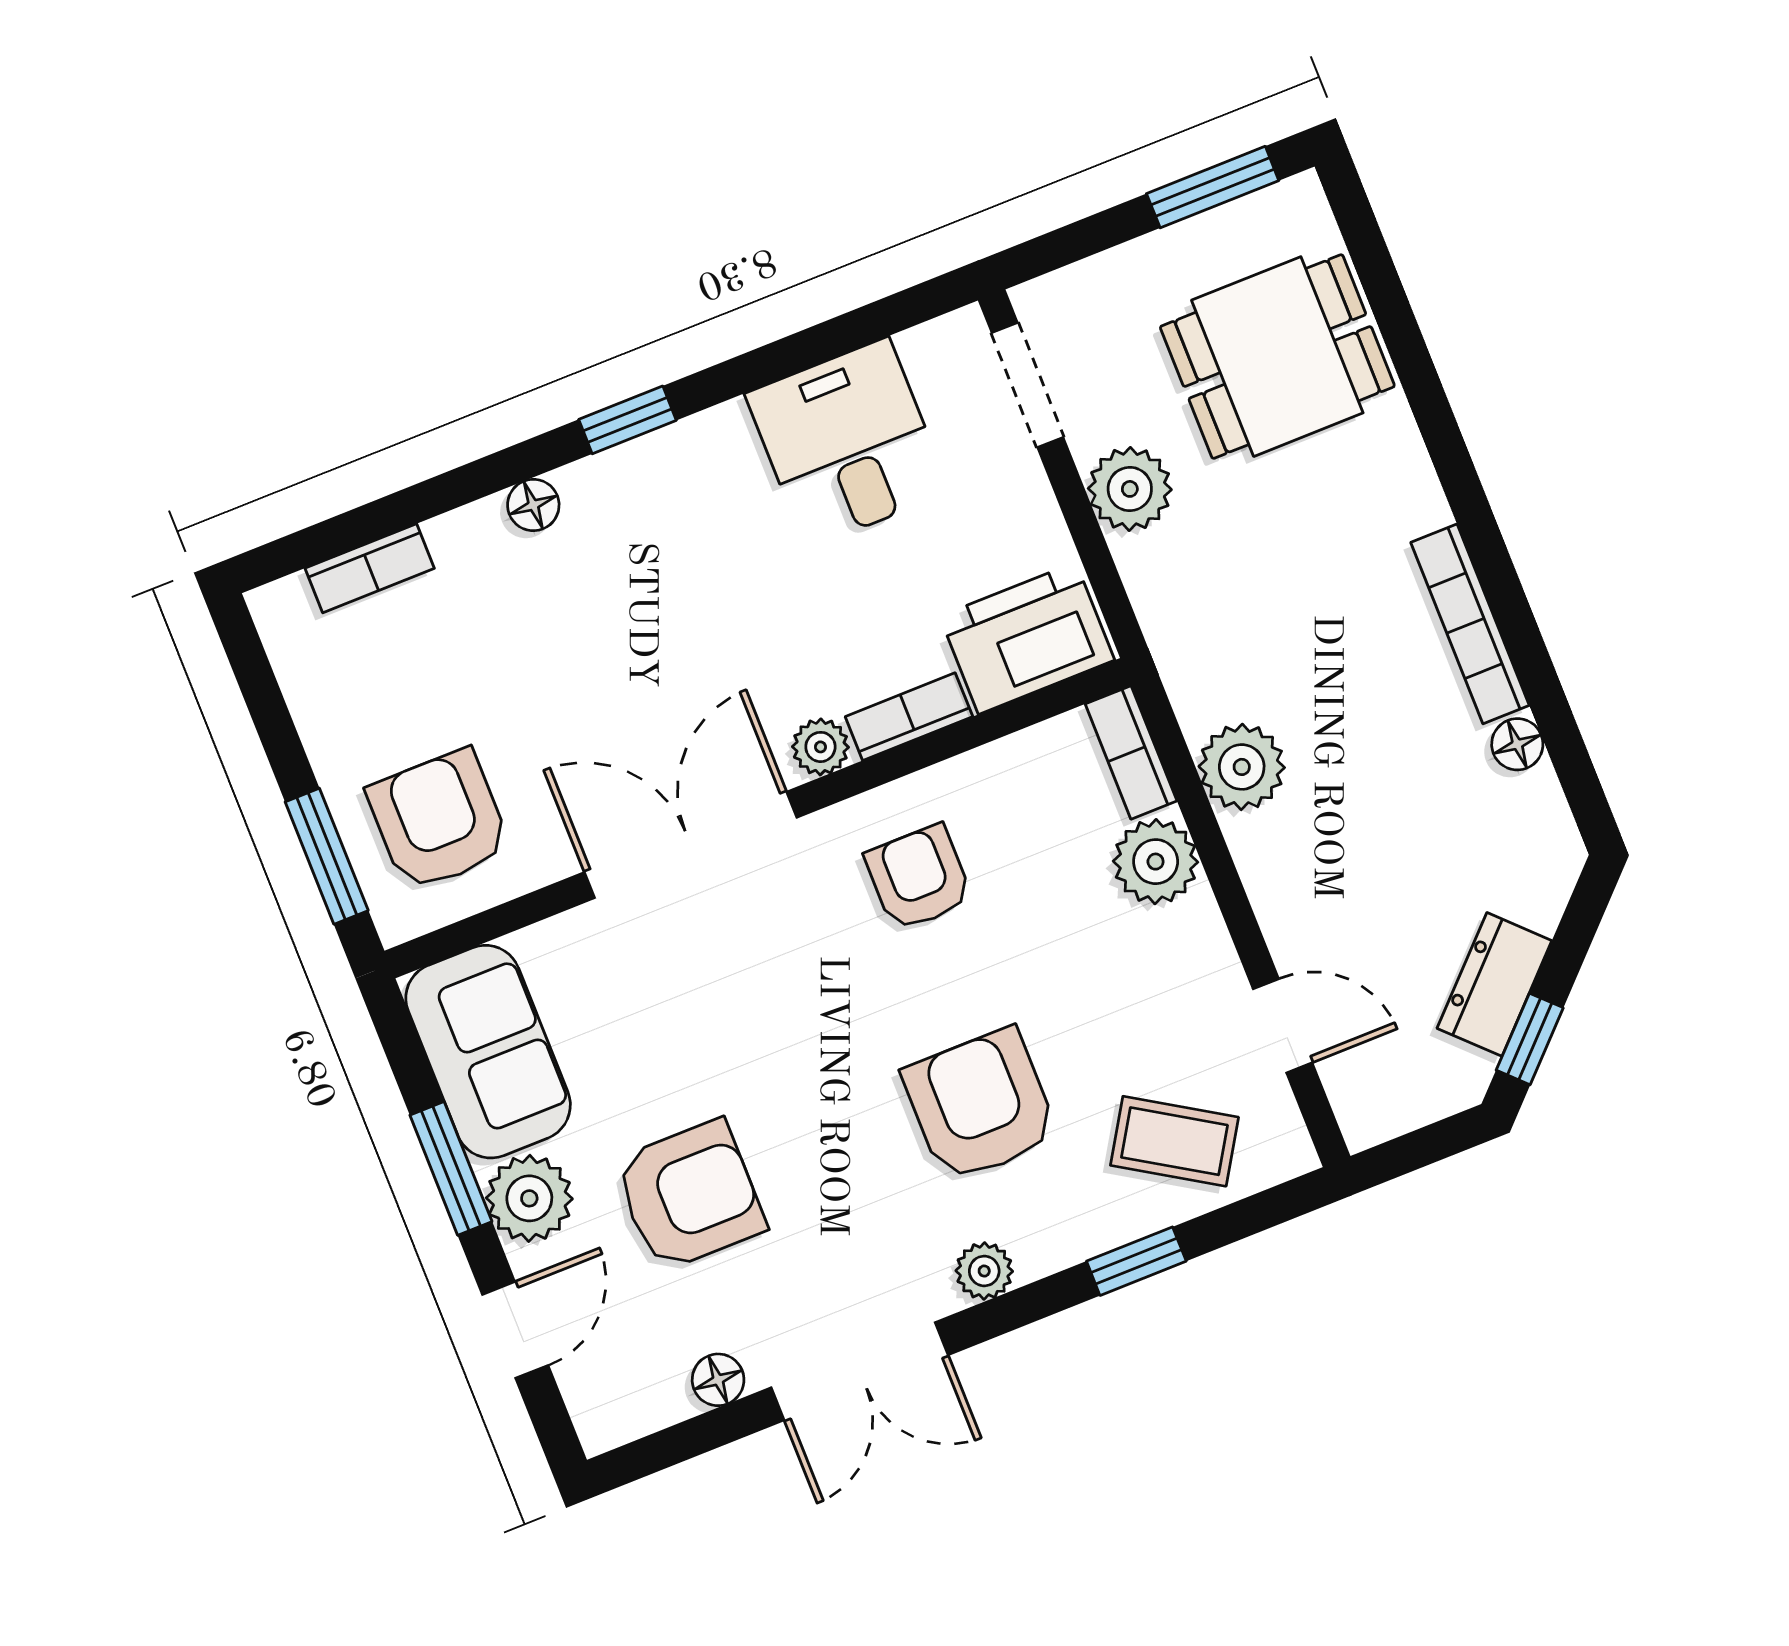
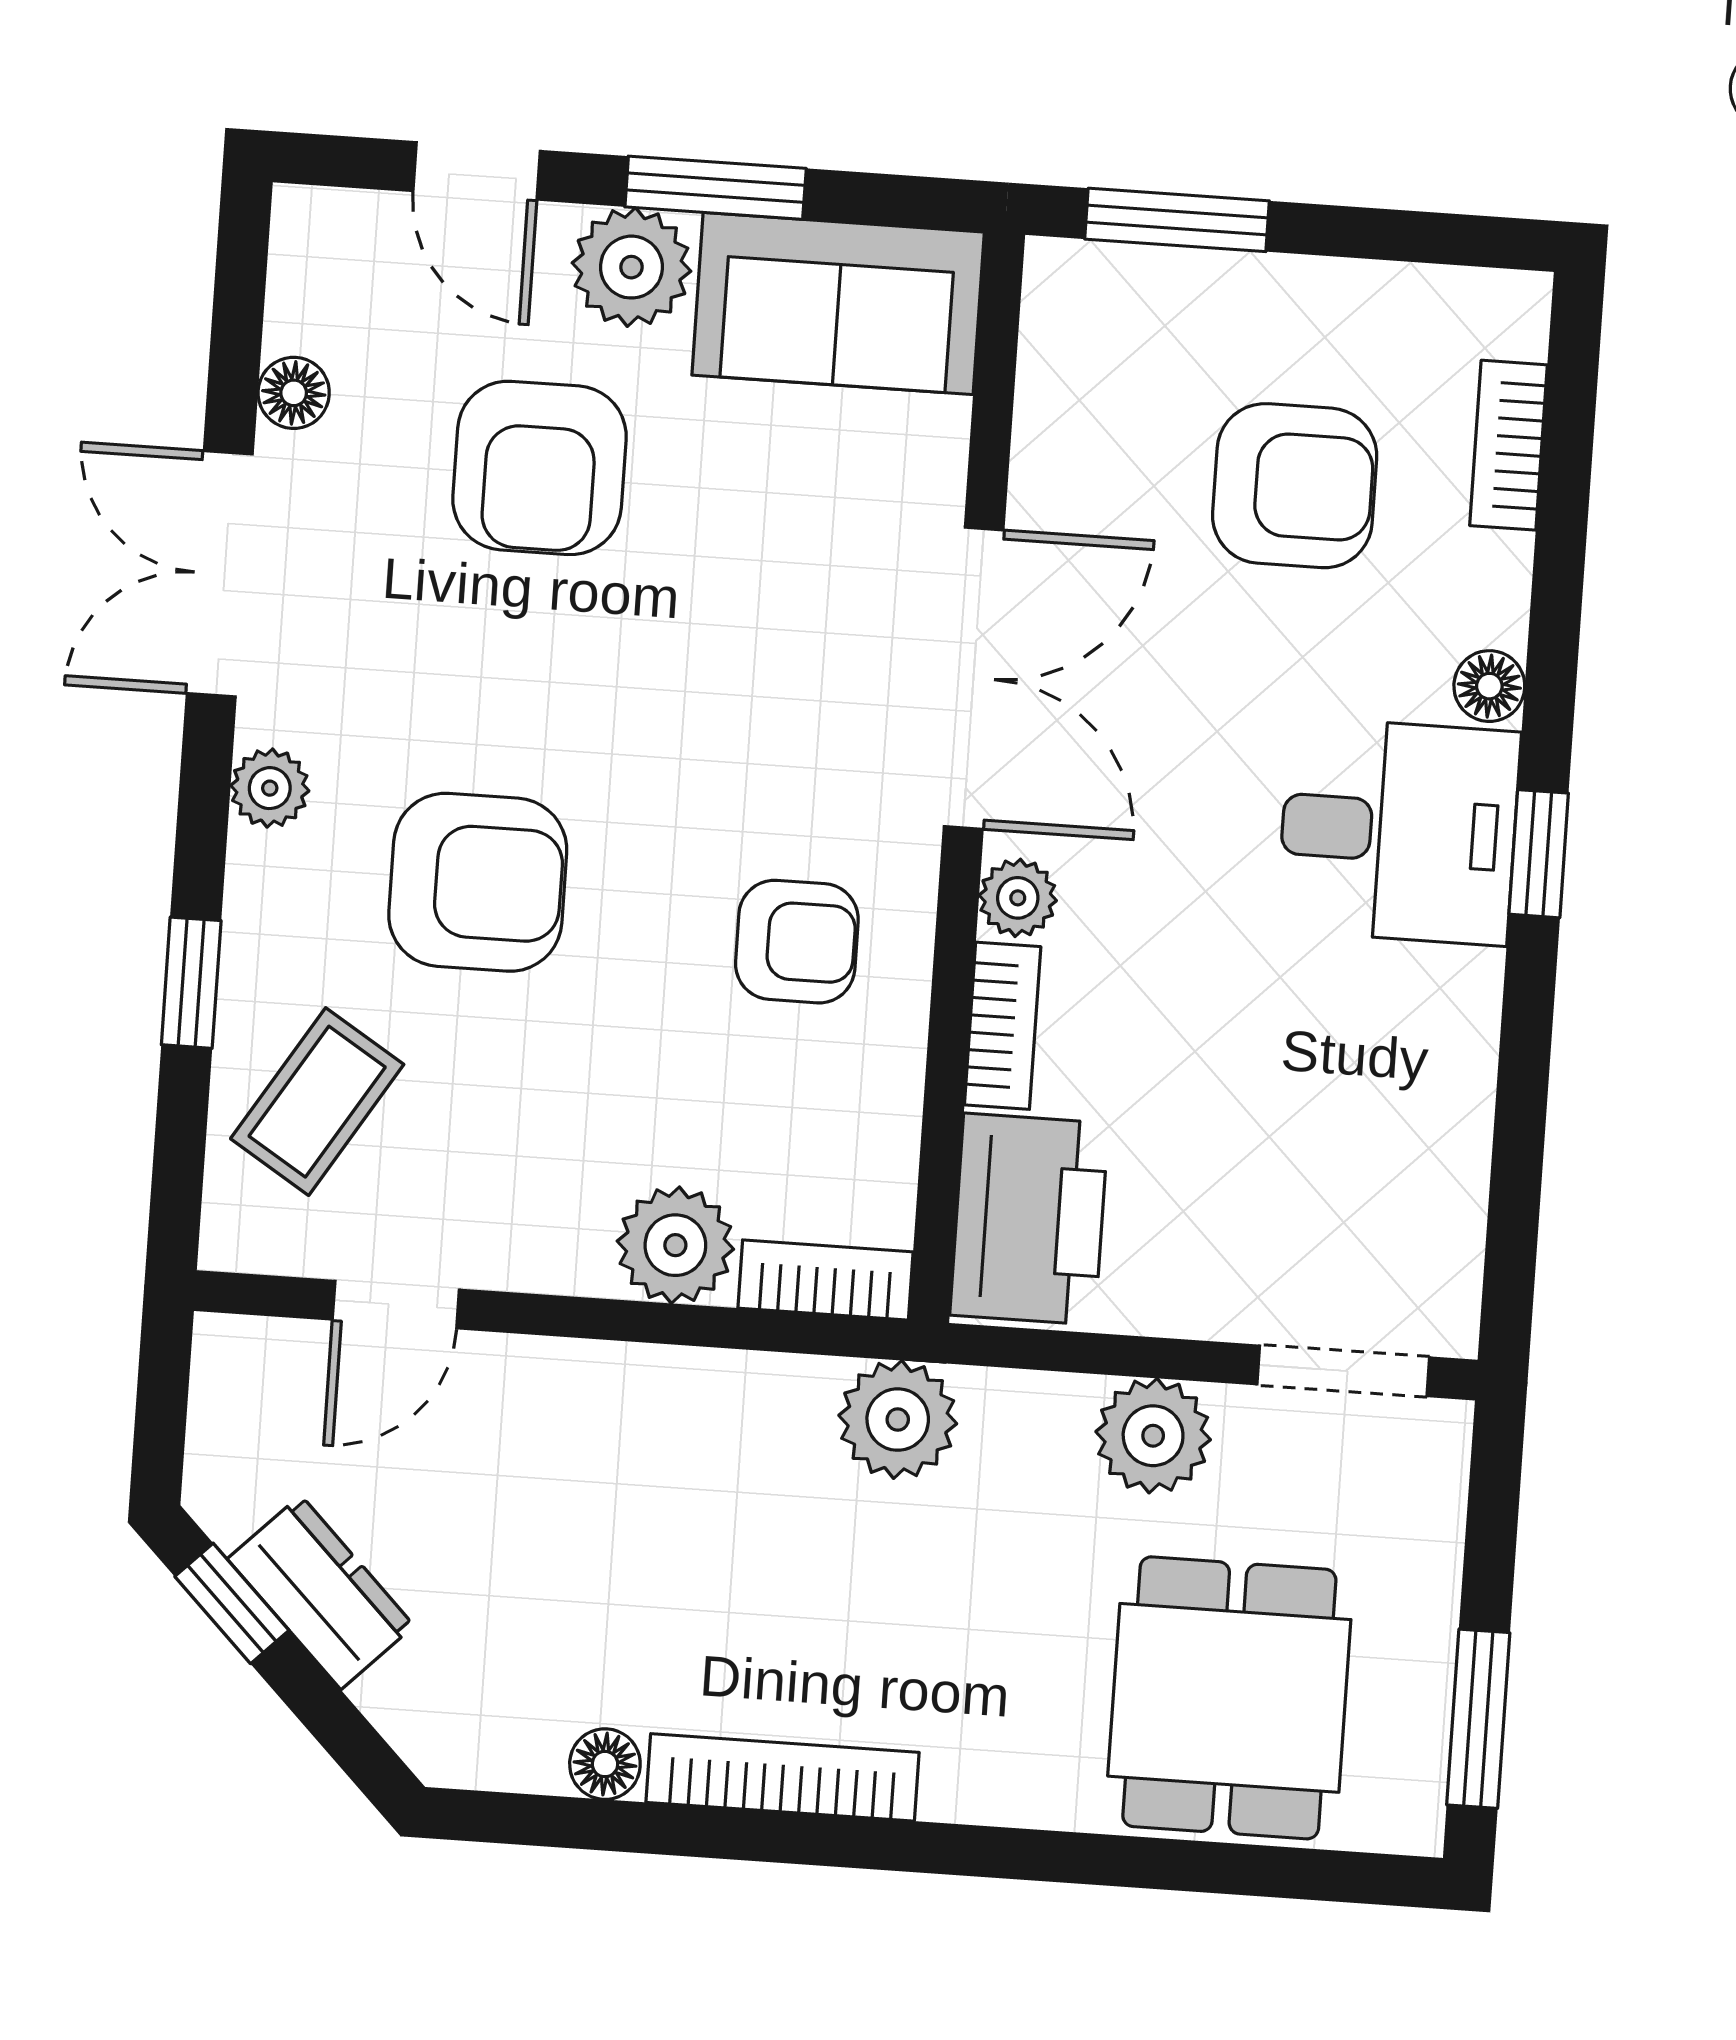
desk: (848, 443) -> (1398, 831), moved
plant: (1242, 767) -> (898, 1420), moved
armchair: (439, 820) -> (1295, 486), moved

